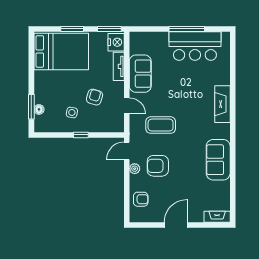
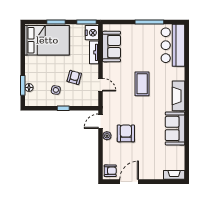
bar counter: (195, 46) -> (173, 45), moved, turned 90
sofa: (140, 74) -> (111, 47), moved
fireplace: (222, 104) -> (178, 96), moved
coffee table: (161, 125) -> (142, 84), moved, turned 90
armchair: (158, 166) -> (126, 133), turned 90
armchair: (141, 199) -> (110, 171), moved
door: (176, 225) -> (129, 182), moved

